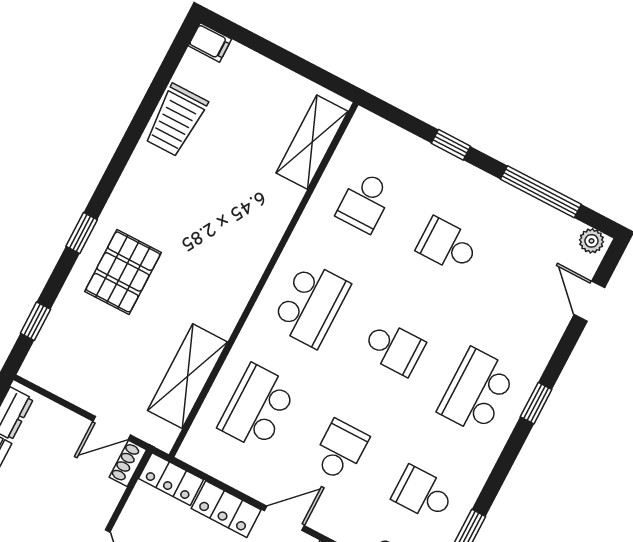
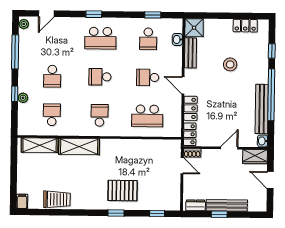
plant: (433, 158) -> (23, 98), added
school desk: (365, 202) -> (52, 115), turned -90
school desk: (311, 304) -> (99, 115), width x0.54
school desk: (394, 348) -> (100, 77), turned -90
shelving: (188, 376) -> (79, 147), moved

